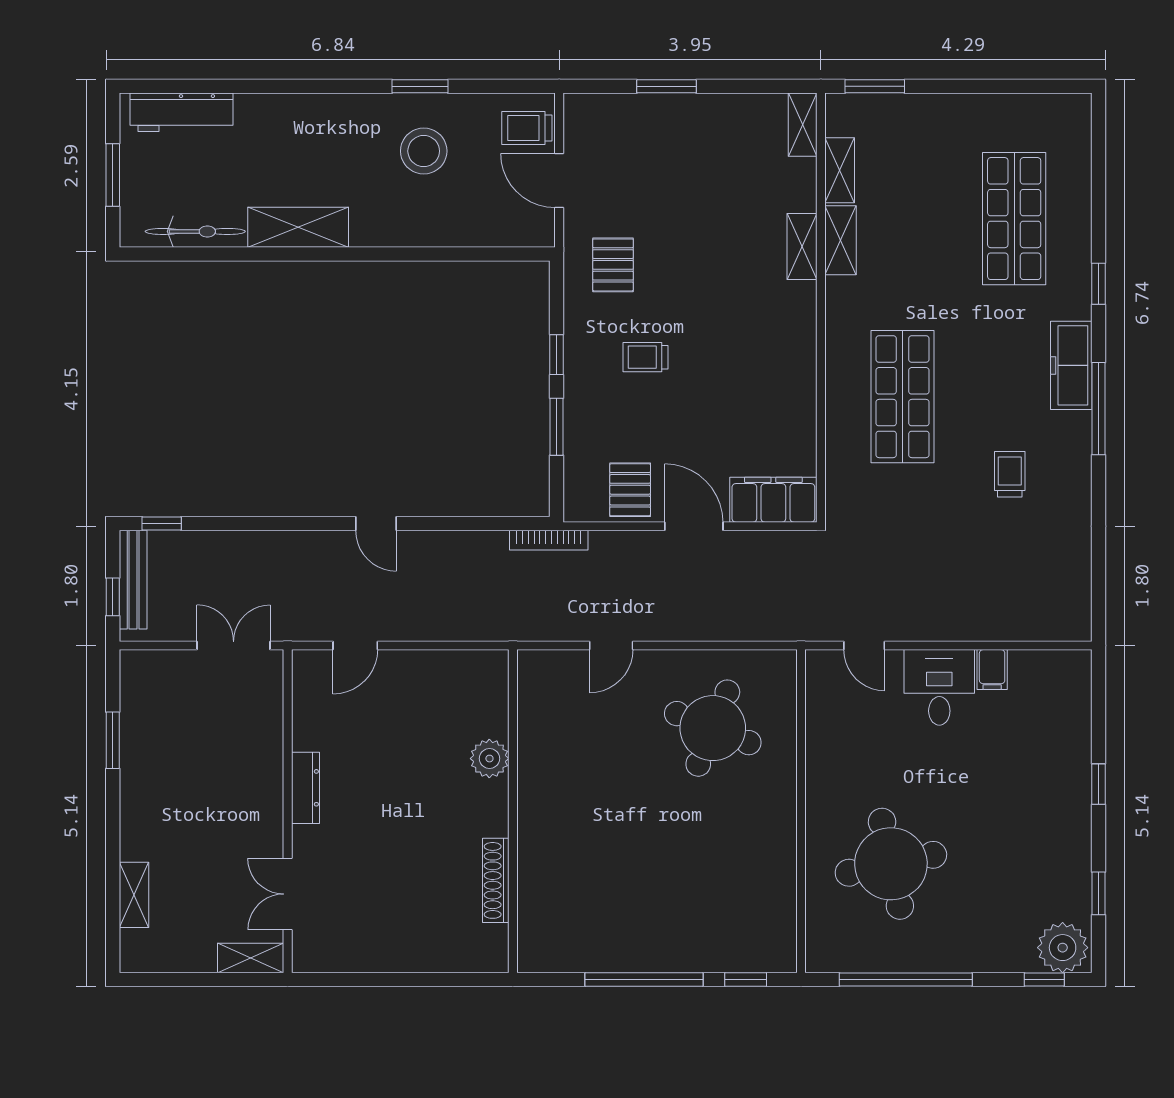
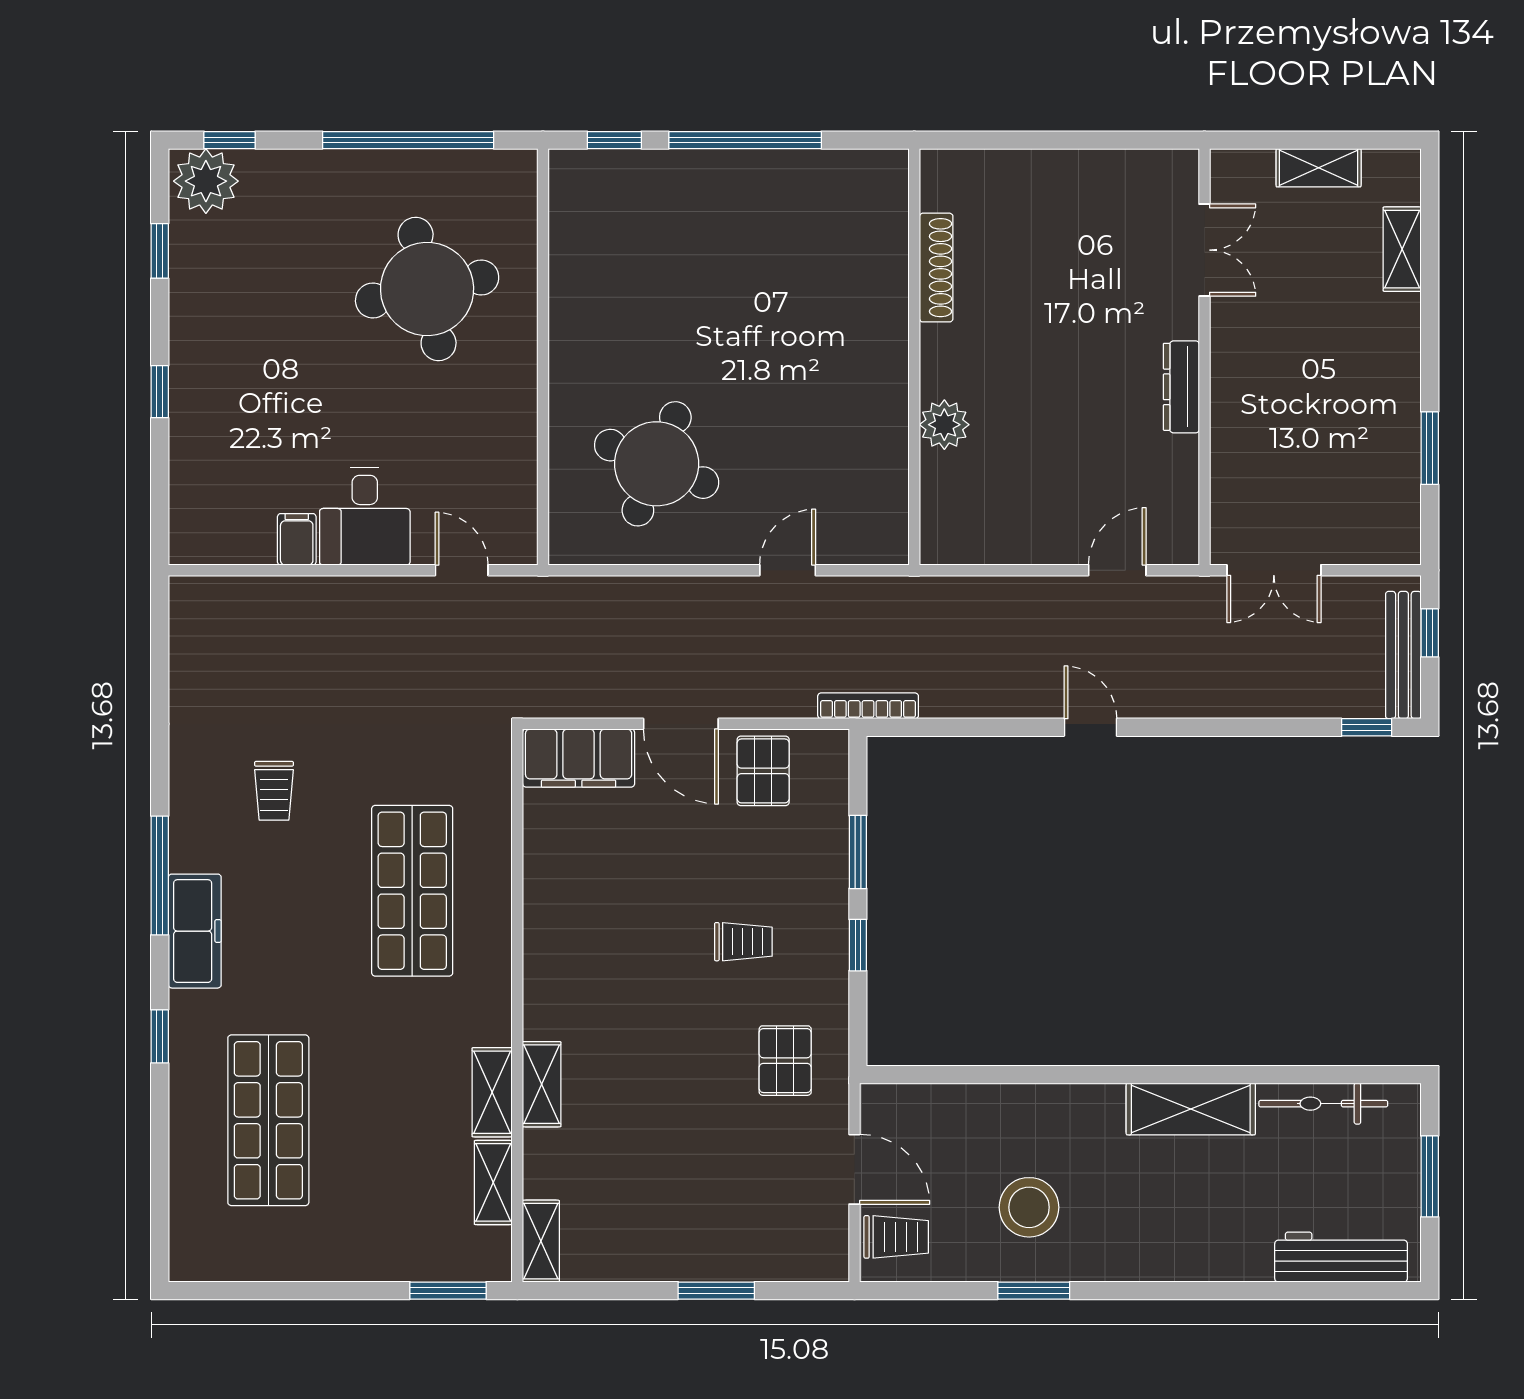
shelving: (251, 958) -> (1319, 168), moved

